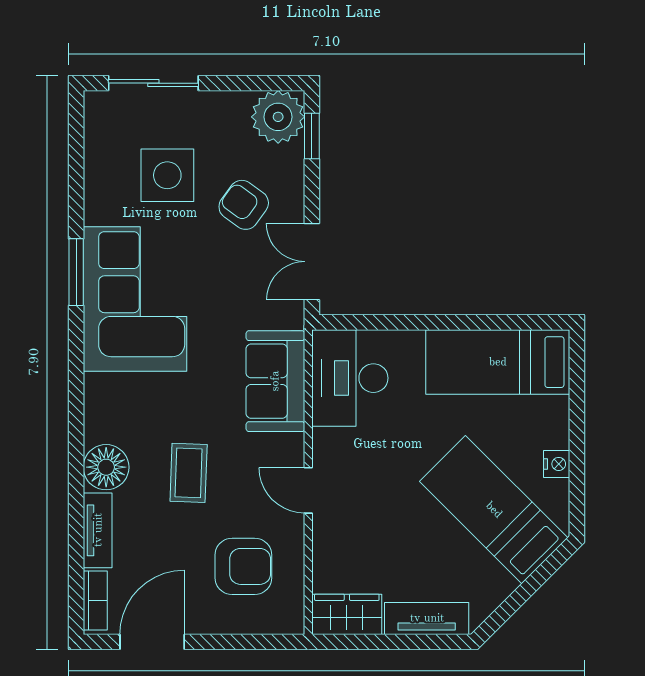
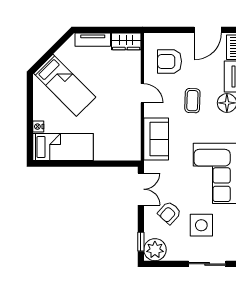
armchair: (244, 205) -> (169, 213), turned 96
desk: (350, 378) -> (125, 140), removed
nightstand: (557, 464) -> (38, 127), moved

